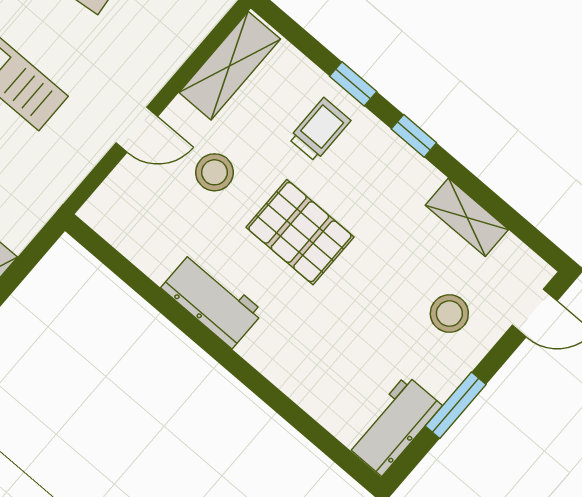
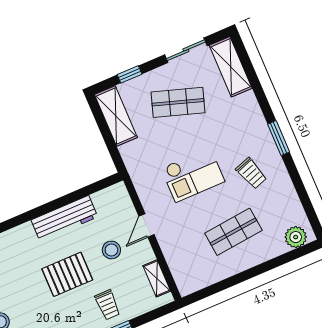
shelving: (230, 66) -> (157, 278), width x0.67, depth x0.75
workbench: (212, 300) -> (64, 218), width x1.37

